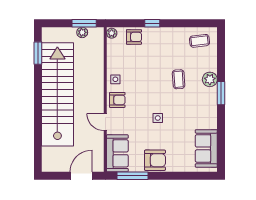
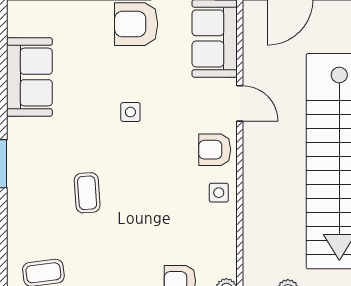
plant: (210, 79) -> (22, 192), removed
sofa: (206, 148) -> (29, 77), moved

